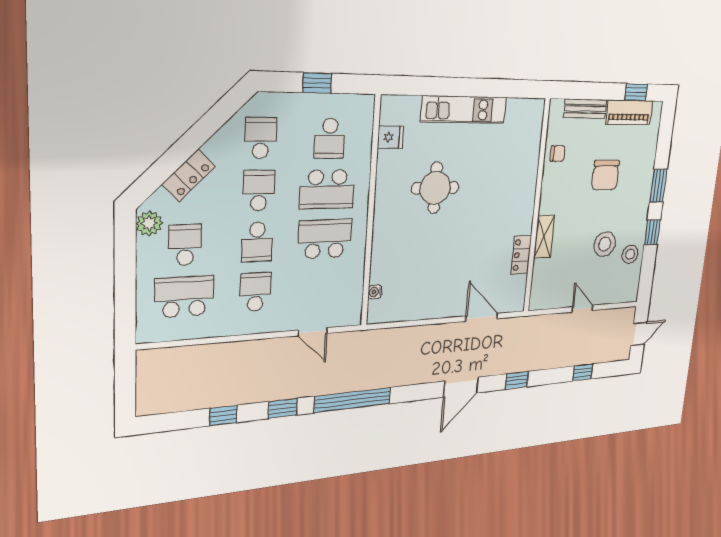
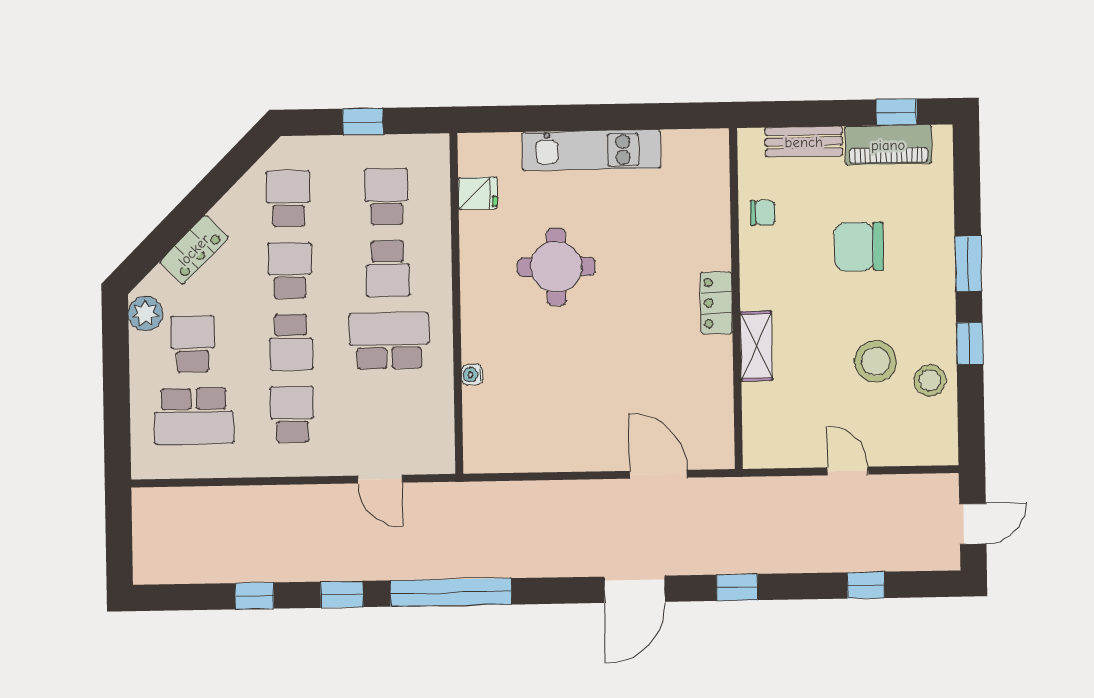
school desk: (330, 138) -> (386, 197), turned 180
chair: (605, 175) -> (859, 247), turned 90
school desk: (327, 189) -> (388, 269), width x0.54
locker: (521, 255) -> (716, 303), moved
water cooler: (375, 292) -> (472, 375), moved
school desk: (184, 297) -> (194, 416), turned 180

